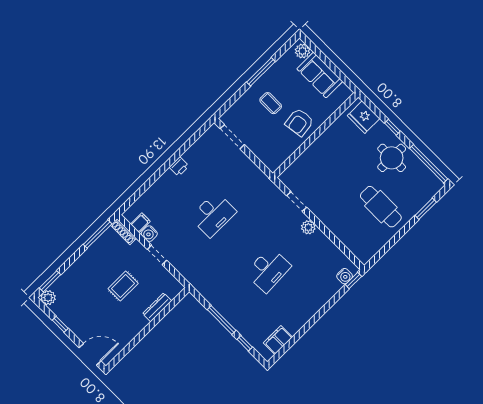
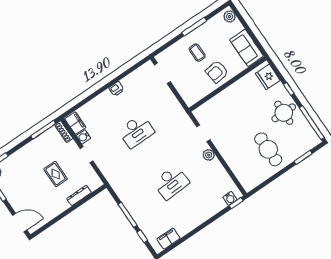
sofa: (320, 75) -> (246, 48), moved
filing cabinet: (140, 223) -> (75, 123), width x2.00
rug: (123, 286) -> (56, 174), turned 90

